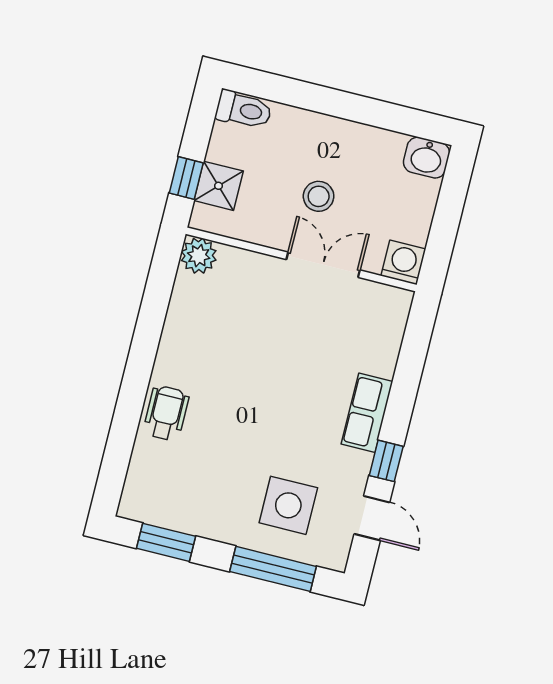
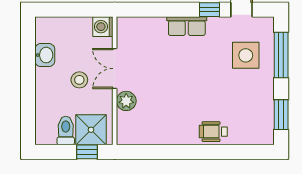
toilet: (244, 110) -> (66, 131), moved
washbasin: (426, 158) -> (45, 55), moved
shower: (219, 186) -> (91, 130), width x1.36, depth x1.36
plant: (199, 256) -> (126, 101), moved

